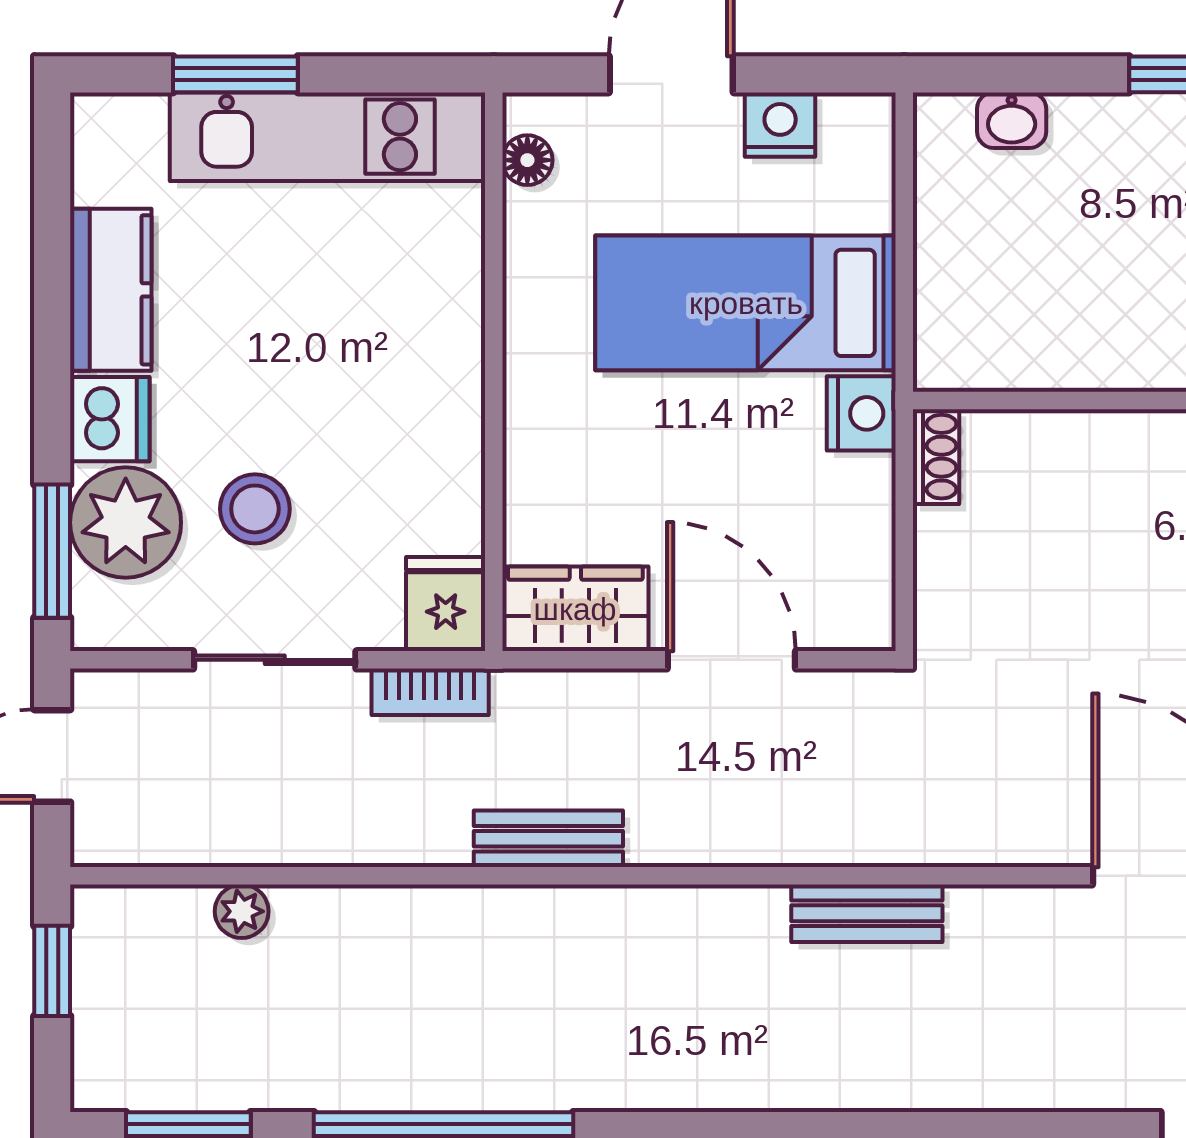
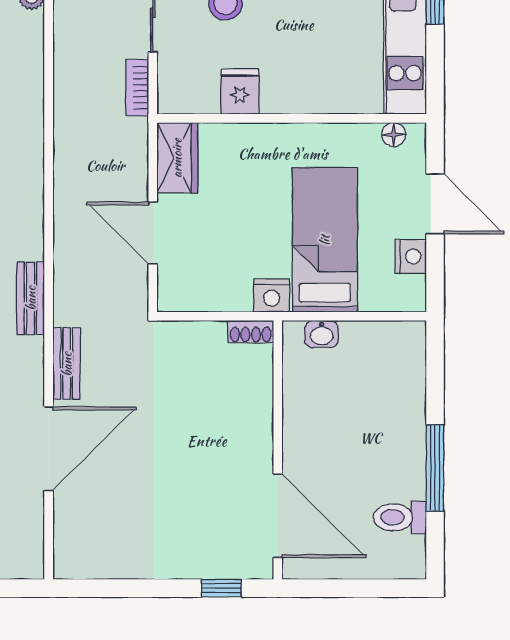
washbasin: (1012, 120) -> (322, 334), moved, turned -90
fridge: (446, 604) -> (240, 92), moved, turned -90
door: (731, 660) -> (153, 233), swing flipped
bench: (548, 839) -> (67, 364), moved

